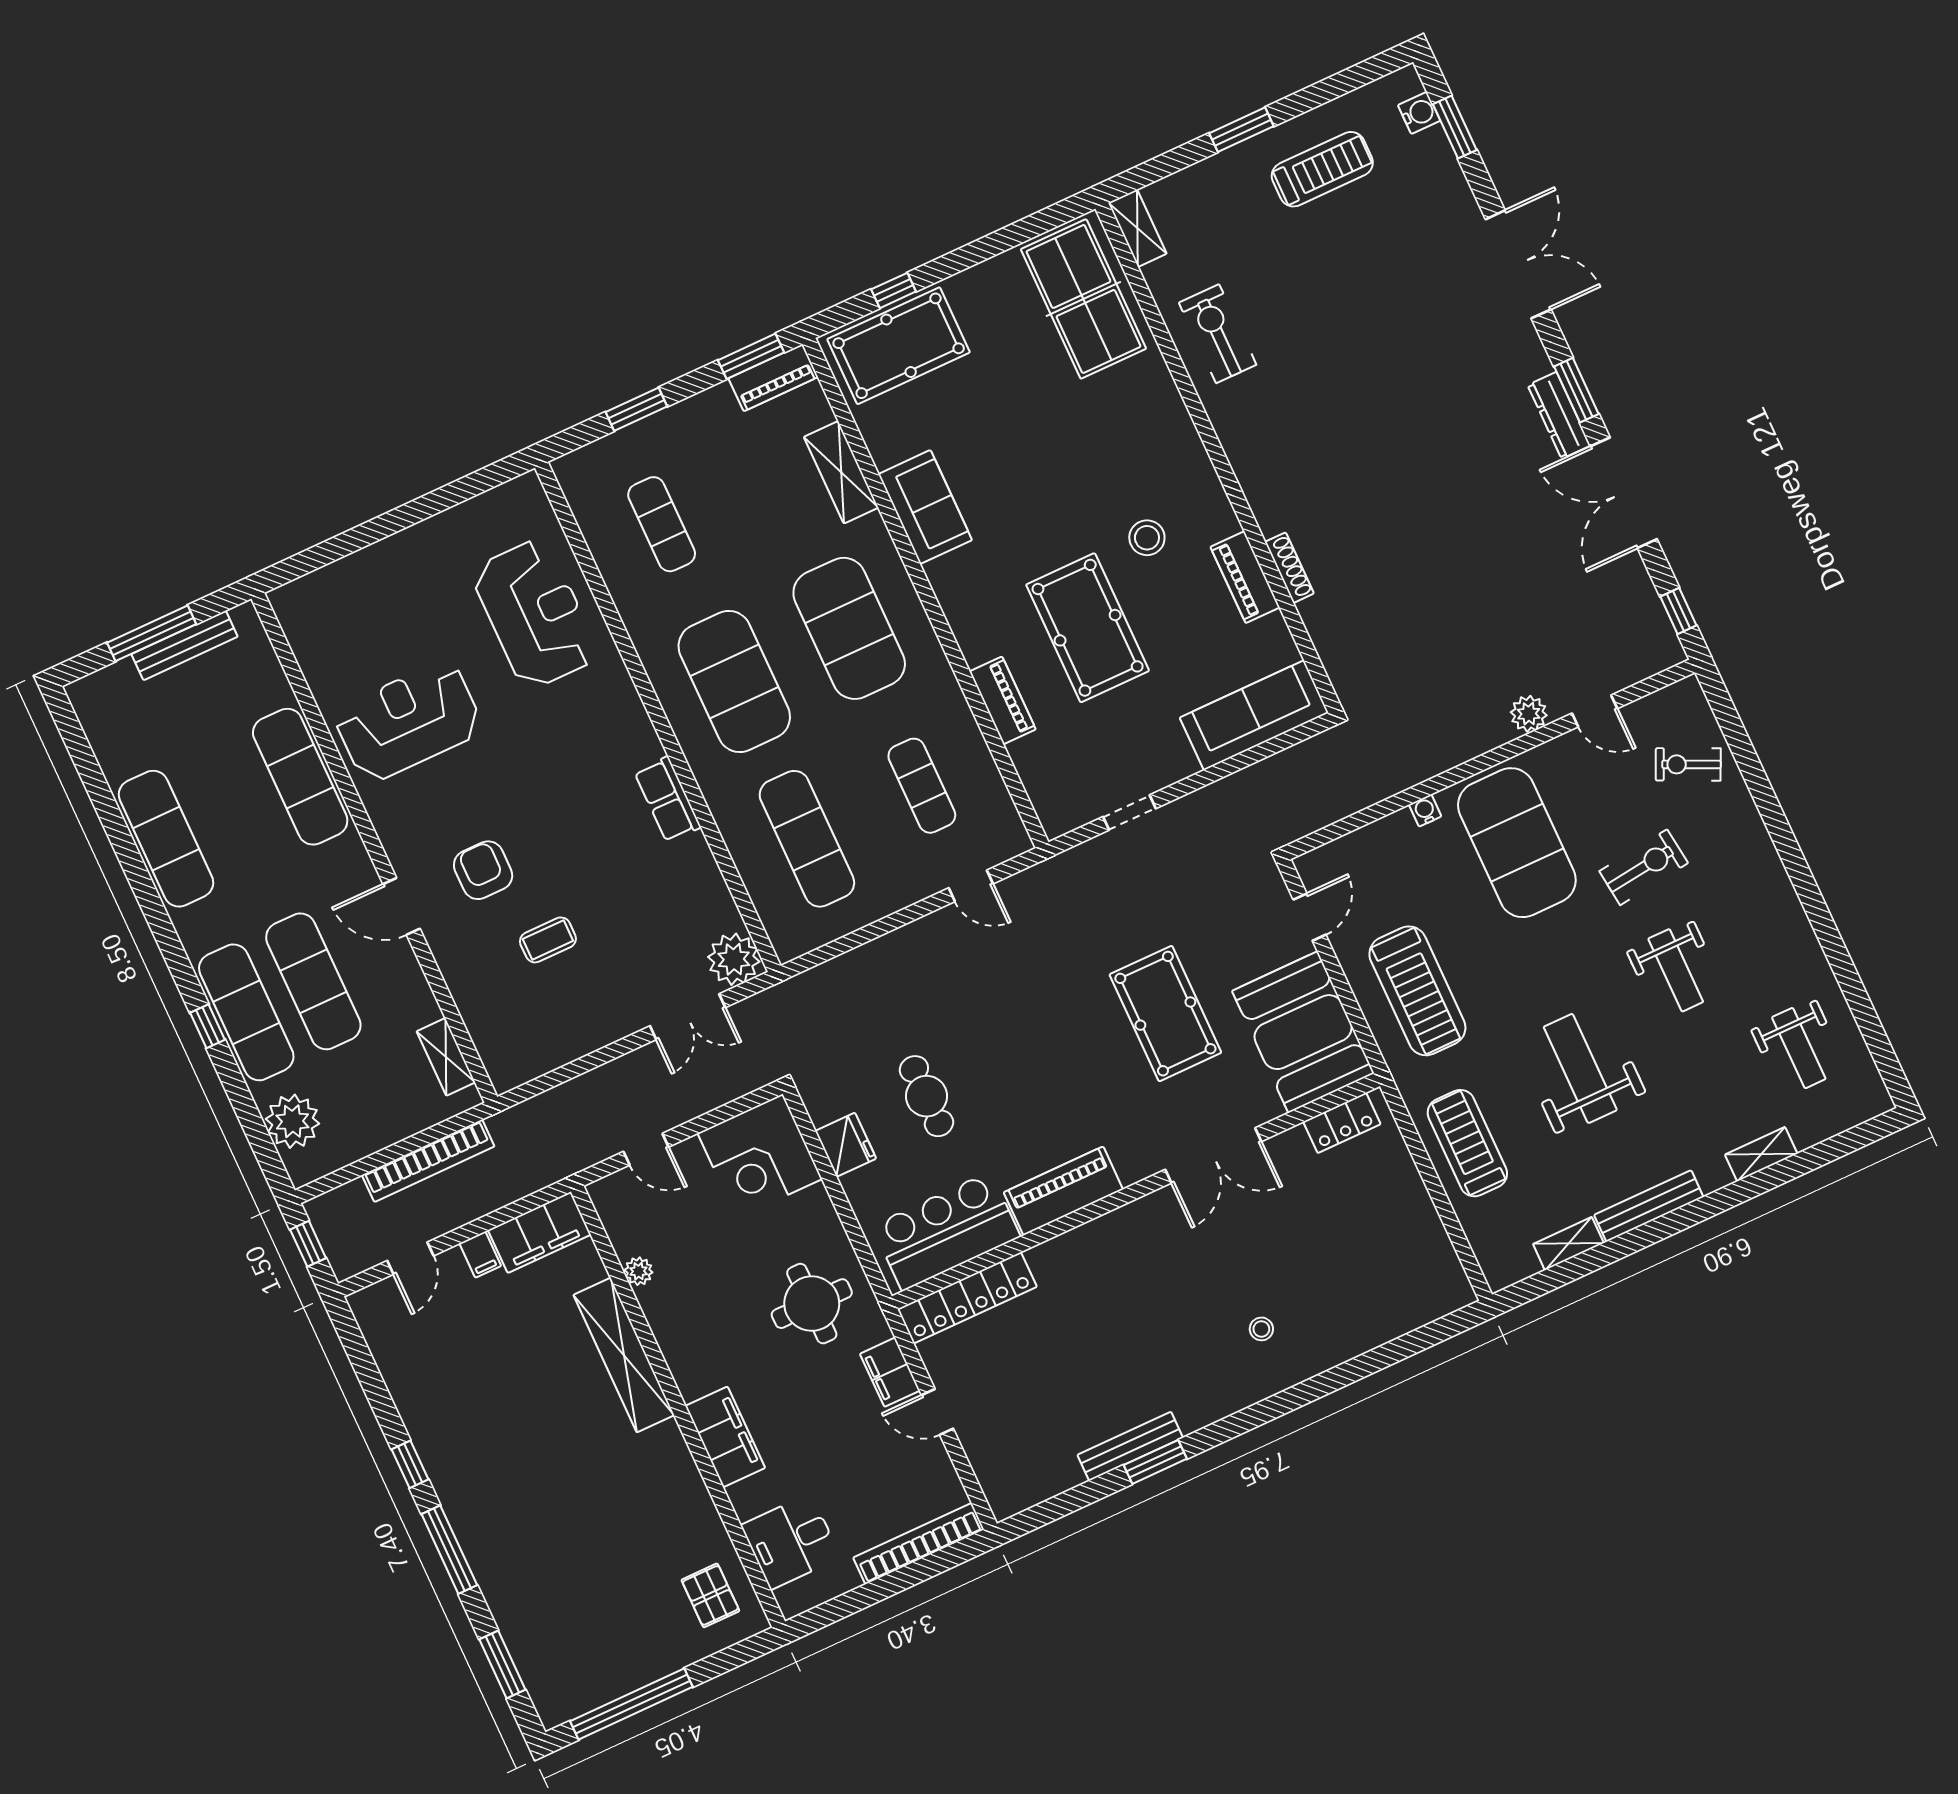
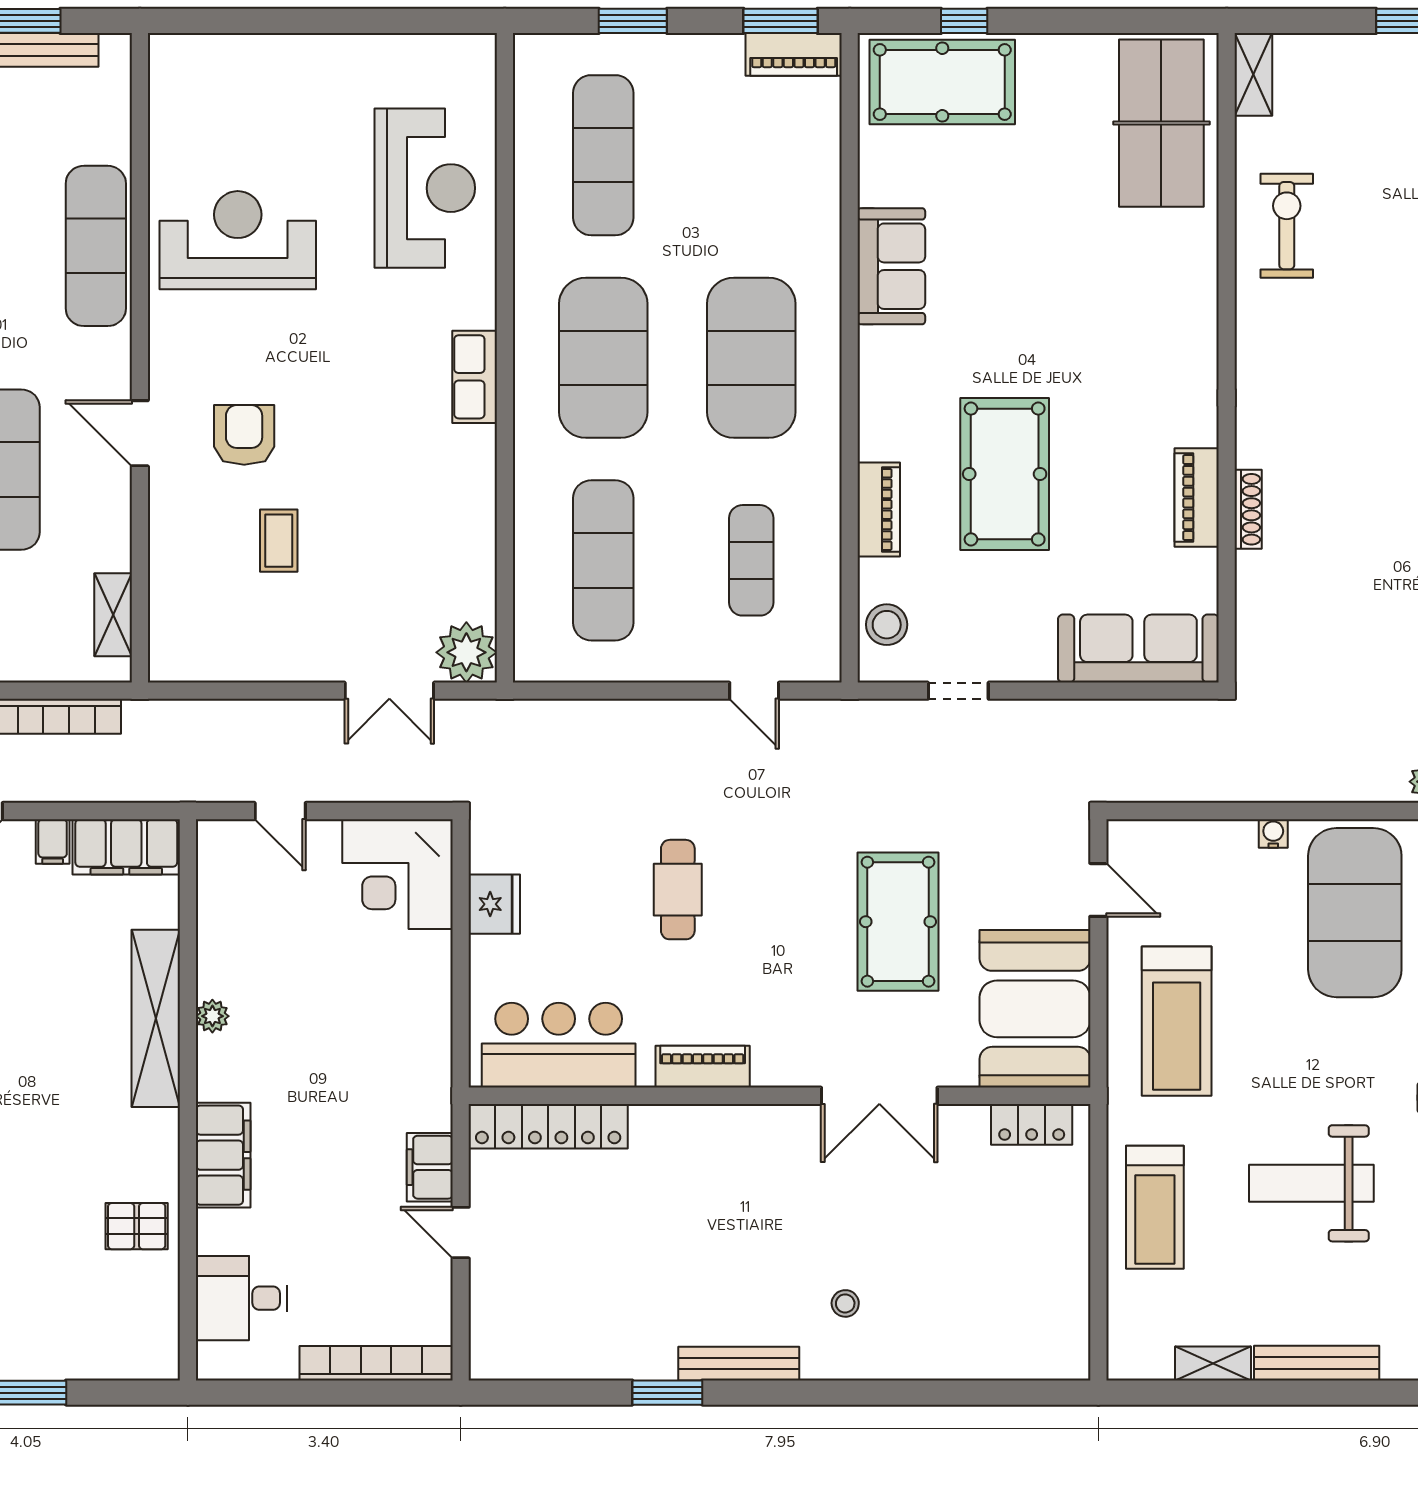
shelving: (841, 472) -> (819, 188), removed
exercise mat: (662, 524) -> (603, 155), width x1.36, depth x1.45
stool: (1147, 538) -> (887, 625), moved
row of seats: (668, 799) -> (475, 377), moved
door: (1310, 917) -> (1098, 890), hinge flipped
coffee table: (548, 940) -> (279, 541), turned 90
weight bench: (1580, 1068) -> (1311, 1183), turned -90
cafe table: (926, 1096) -> (678, 890), moved
treadmill: (1467, 1143) -> (1155, 1207), turned 180
piano: (1063, 1191) -> (703, 1067), width x0.73, depth x0.75
plant: (639, 1271) -> (212, 1016), moved
round table: (812, 1304) -> (380, 1056), removed
bench: (1130, 1446) -> (739, 1364), moved
pallet: (710, 1595) -> (137, 1226), moved, turned 90

